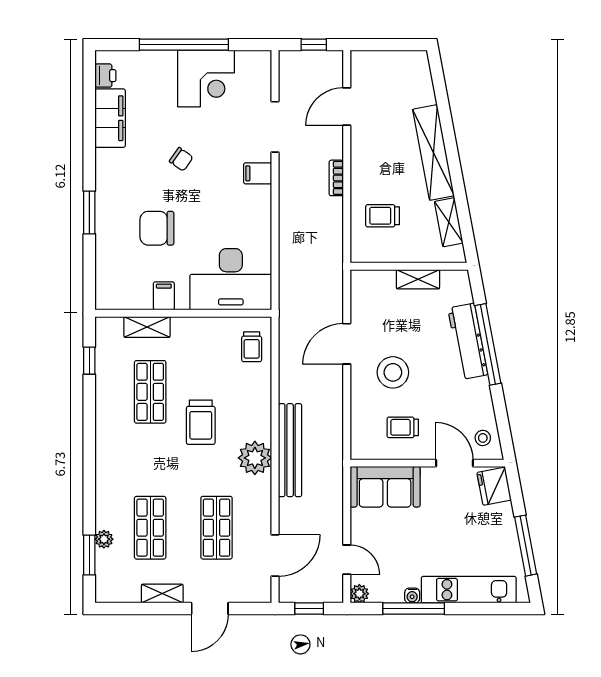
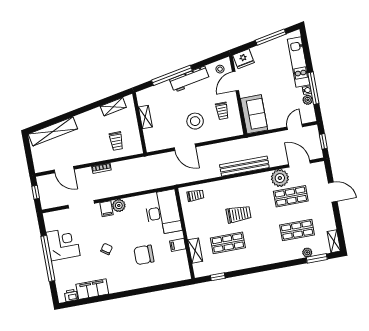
shelving: (433, 152) -> (53, 131), moved
plant: (260, 198) -> (119, 205), added
window: (89, 213) -> (142, 291), removed
chair: (157, 228) -> (144, 255), turned 90
workbench: (468, 341) -> (190, 79), moved
plant: (255, 458) -> (280, 178), moved
shelving: (162, 594) -> (334, 241), moved
plant: (359, 594) -> (308, 100), moved

